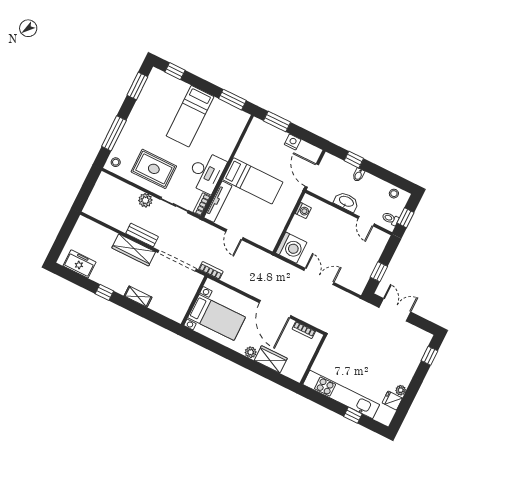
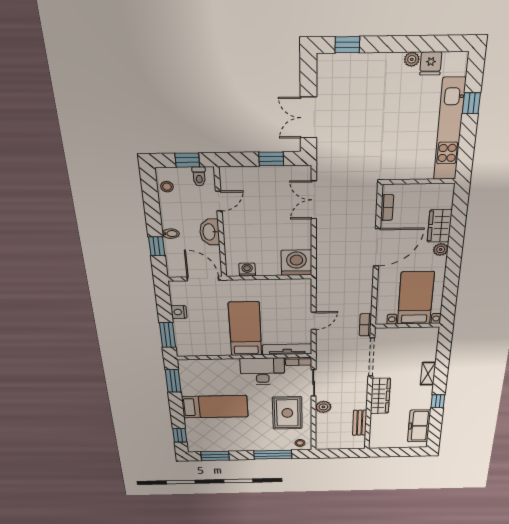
door: (312, 176) -> (203, 279), swing flipped
bench: (142, 235) -> (360, 423), moved
freezer: (79, 264) -> (419, 426), width x1.40
double door: (319, 276) -> (314, 200), moved

